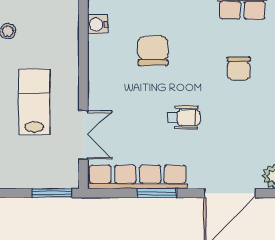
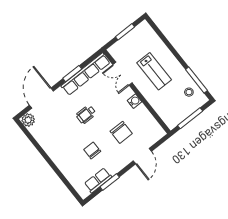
water cooler: (98, 24) -> (135, 101), moved
chair: (239, 68) -> (92, 150), moved
window: (52, 193) -> (125, 32), moved

